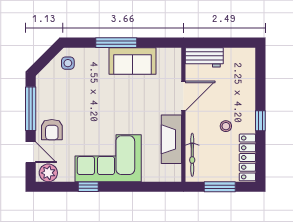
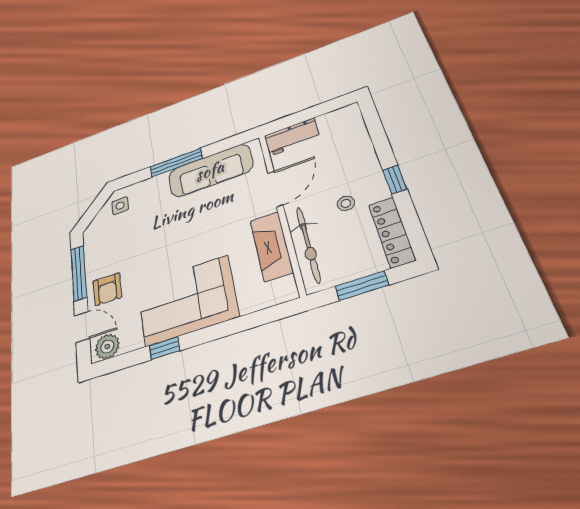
sofa: (132, 61) -> (210, 171), width x1.36
bicycle: (192, 155) -> (308, 244), width x1.37, depth x1.40

